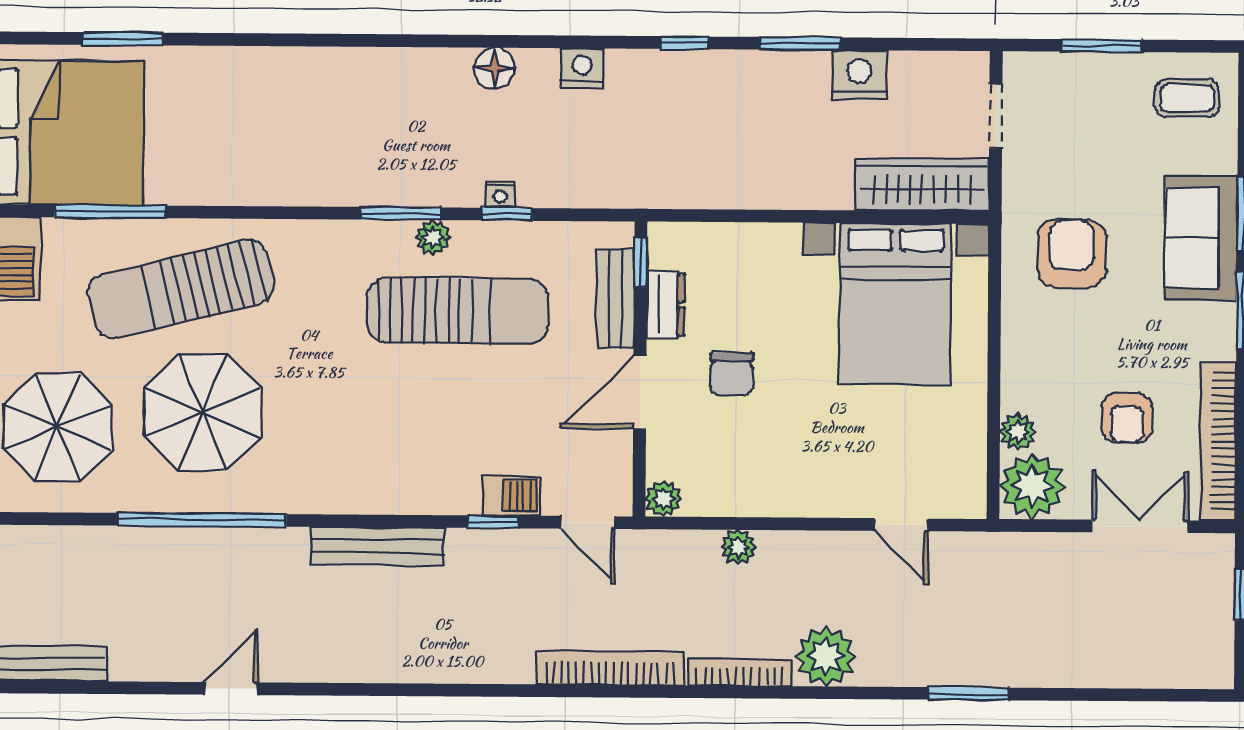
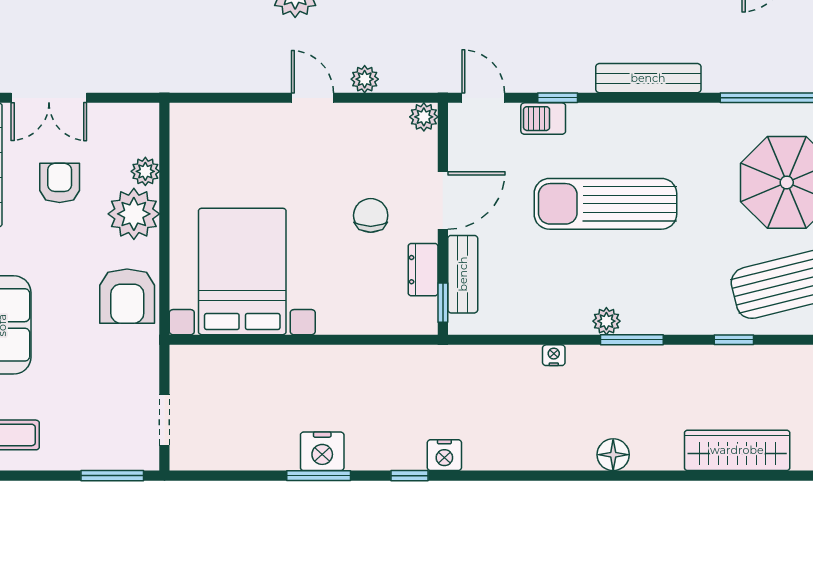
window: (1102, 46) -> (112, 476), moved
floor lamp: (494, 68) -> (613, 455), moved
nightstand: (582, 68) -> (444, 455), moved
nightstand: (859, 75) -> (322, 451), moved
wardrobe: (922, 185) -> (737, 450), moved, turned 180
window: (507, 214) -> (734, 340), moved
armchair: (1072, 254) -> (127, 296), moved
sun lounger: (458, 311) -> (605, 204), moved
plant: (1032, 486) -> (134, 214), moved
door: (901, 525) -> (313, 98), moved

